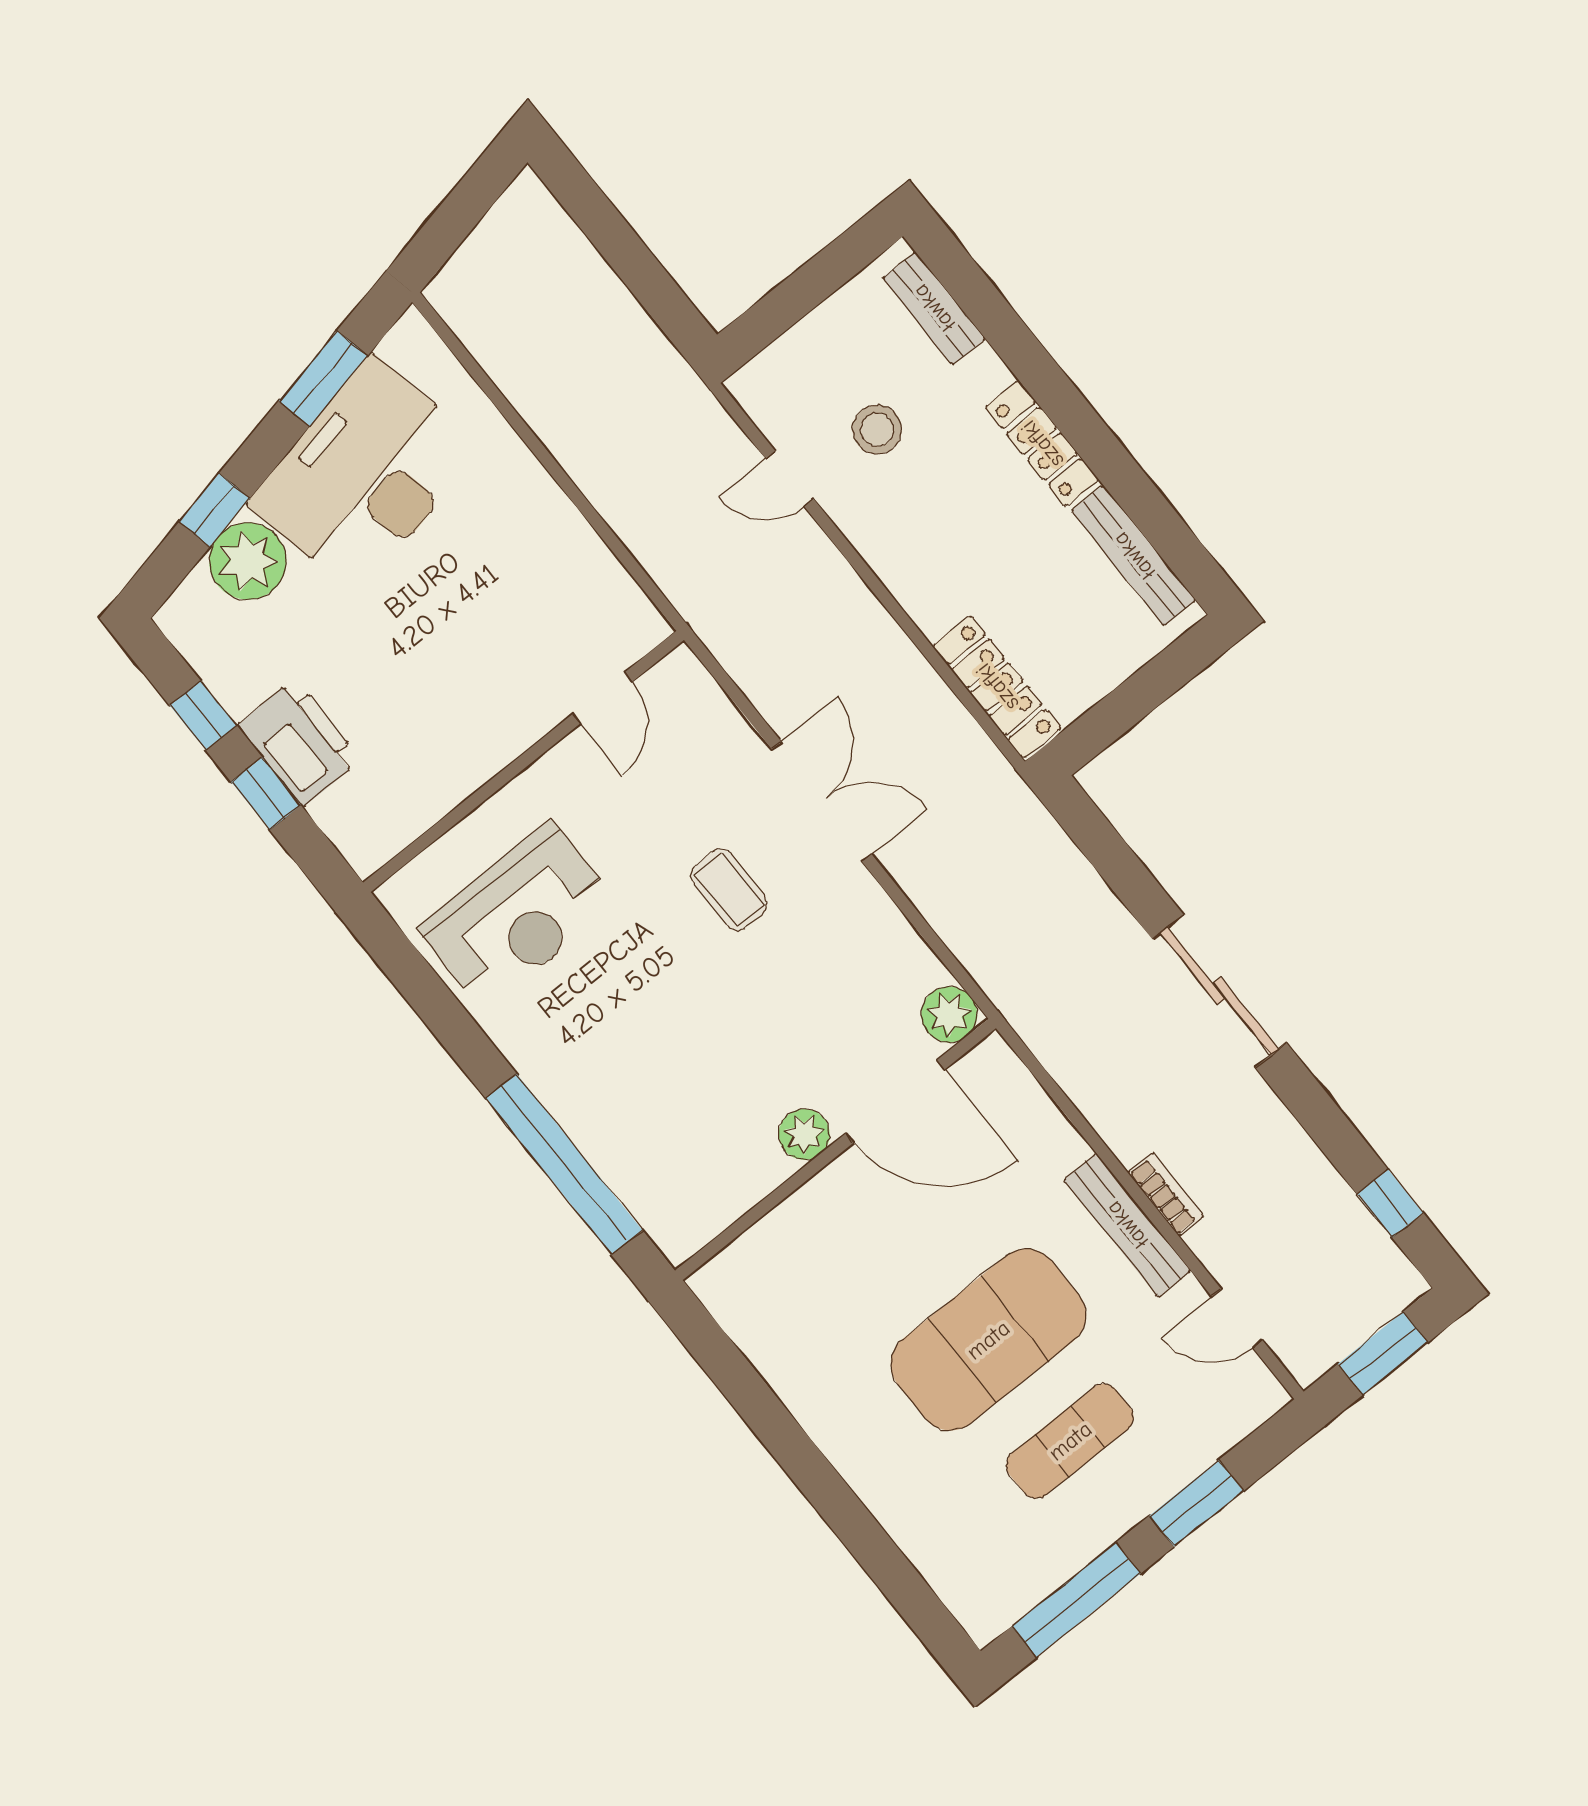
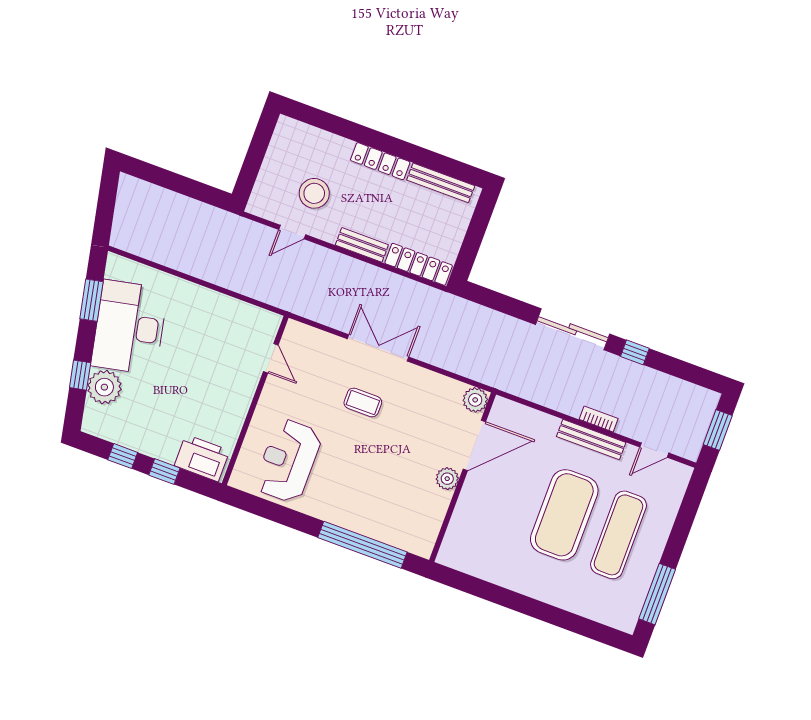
bench: (934, 308) -> (362, 245), moved
stool: (877, 429) -> (314, 193), width x1.38, depth x1.38
printer: (299, 742) -> (202, 458), moved
reception desk: (518, 916) -> (288, 461), turned 180
window: (1390, 1203) -> (635, 352), moved
exercise mat: (1070, 1441) -> (619, 535), width x1.36, depth x1.45
window: (1196, 1503) -> (681, 530), removed

